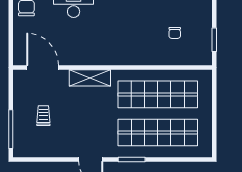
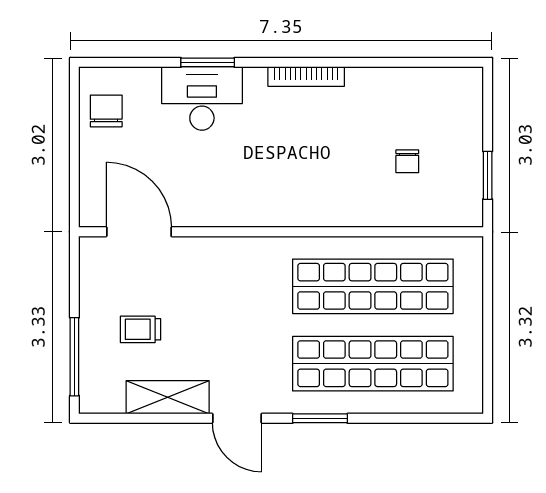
shelving: (90, 78) -> (168, 397), moved
trolley: (43, 116) -> (141, 329), turned -90

